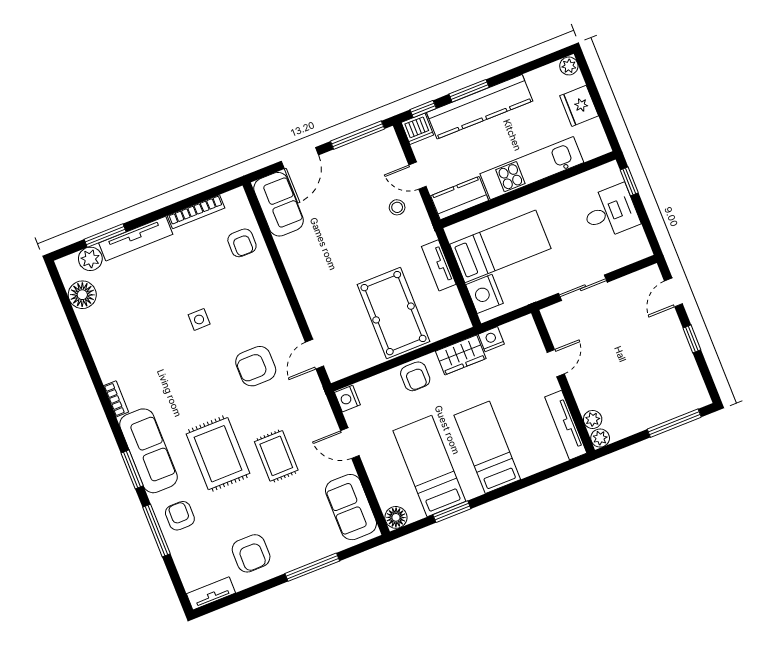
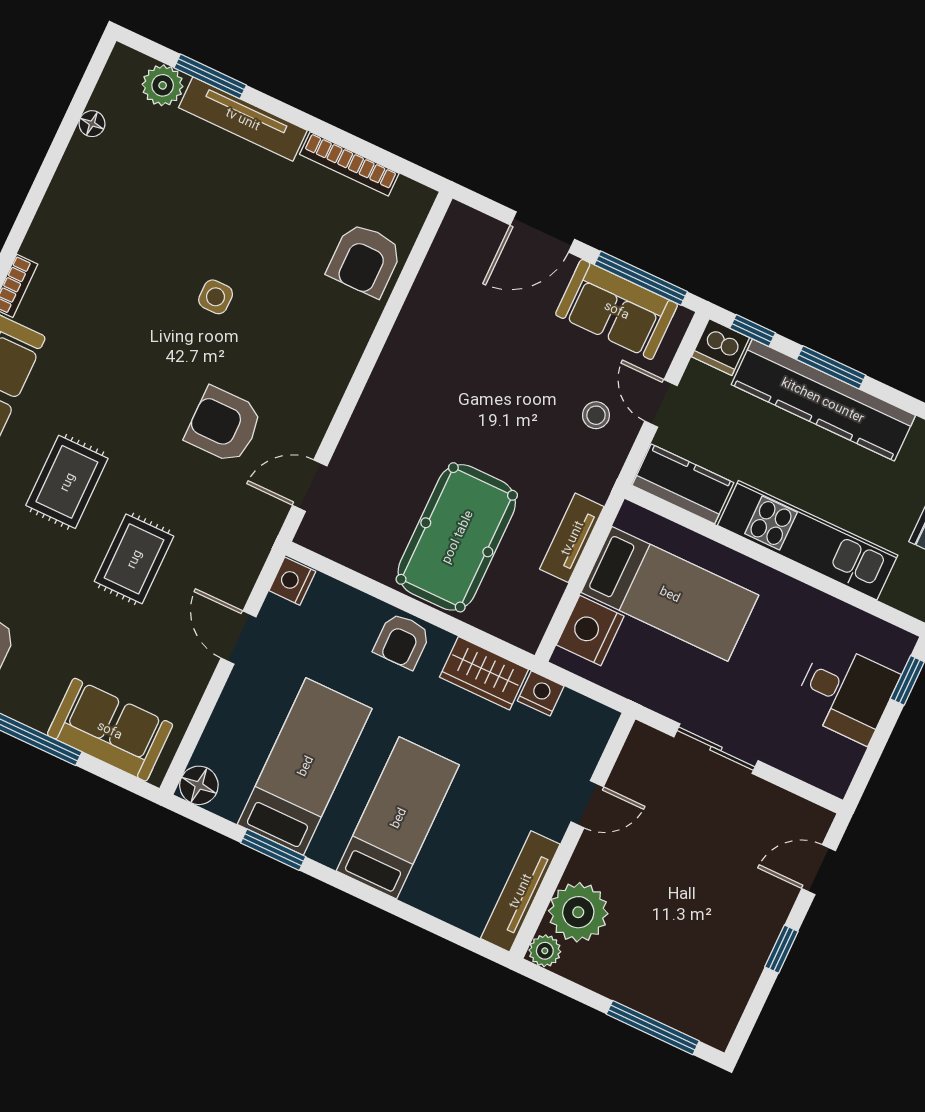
sofa: (279, 204) -> (617, 310), moved, turned 90
armchair: (242, 243) -> (365, 260), width x1.38, depth x1.38
floor lamp: (82, 295) -> (92, 124), width x0.53, depth x0.53
plant: (593, 419) -> (578, 912), width x1.88, depth x1.88
rug: (218, 454) -> (67, 482), width x0.73, depth x0.70
sofa: (351, 507) -> (110, 730), moved, turned 90

